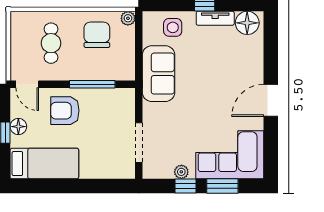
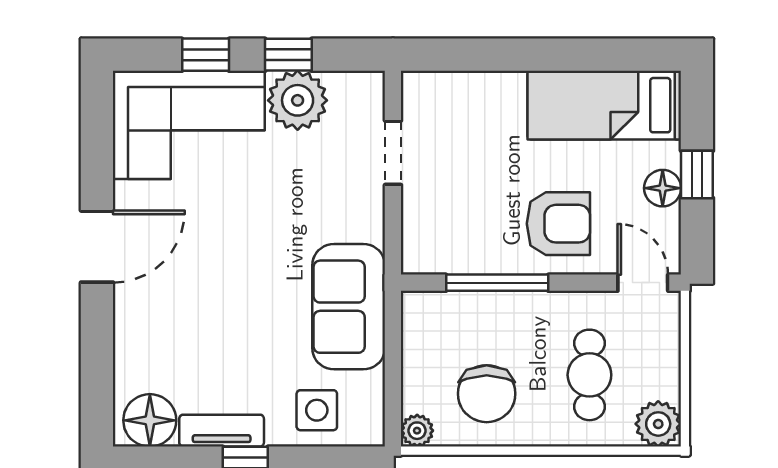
plant: (20, 21) -> (658, 424), added
doorway: (139, 142) -> (393, 153), width x0.73
plant: (181, 172) -> (298, 100), width x1.87, depth x1.87
window: (222, 186) -> (206, 55), width x0.67

